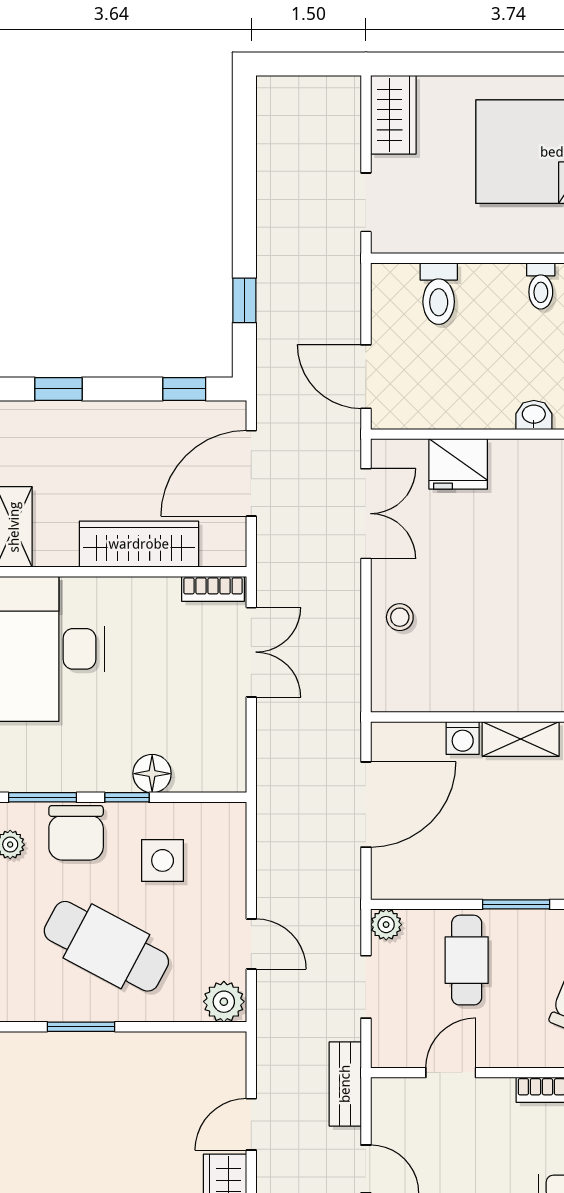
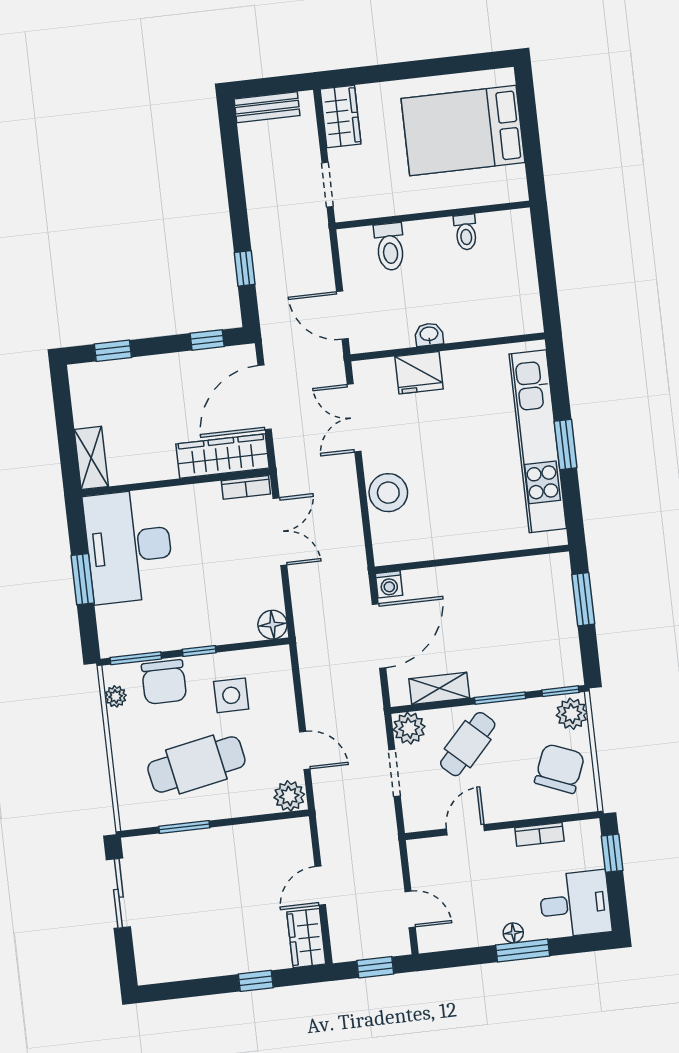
washbasin: (534, 415) -> (429, 334), moved
double door: (366, 514) -> (354, 418), swing flipped
wardrobe: (139, 544) -> (223, 456), moved
stool: (400, 617) -> (388, 493), width x1.89, depth x1.89
washing machine: (463, 738) -> (389, 584), moved
shelving: (521, 739) -> (439, 688), moved
floor lamp: (152, 774) -> (272, 625), moved
plant: (386, 925) -> (409, 728), width x1.38, depth x1.38
cafe table: (106, 946) -> (196, 764), turned -39
cafe table: (467, 960) -> (468, 744), turned 43
bench: (345, 1084) -> (267, 107), moved, turned 90

